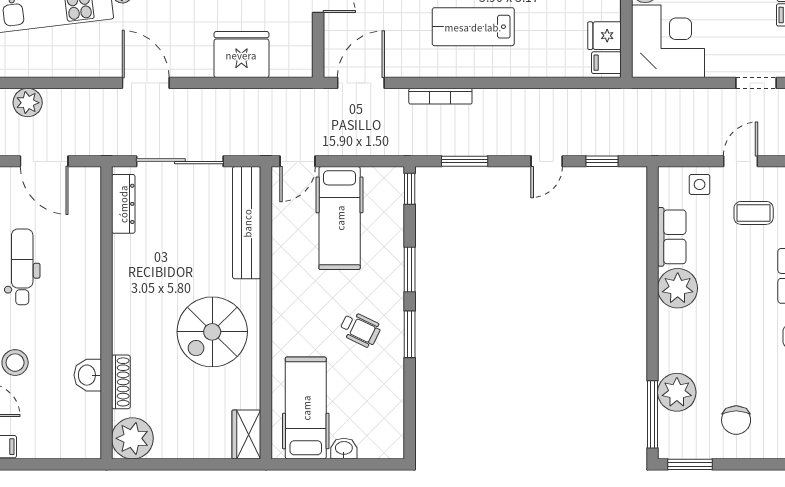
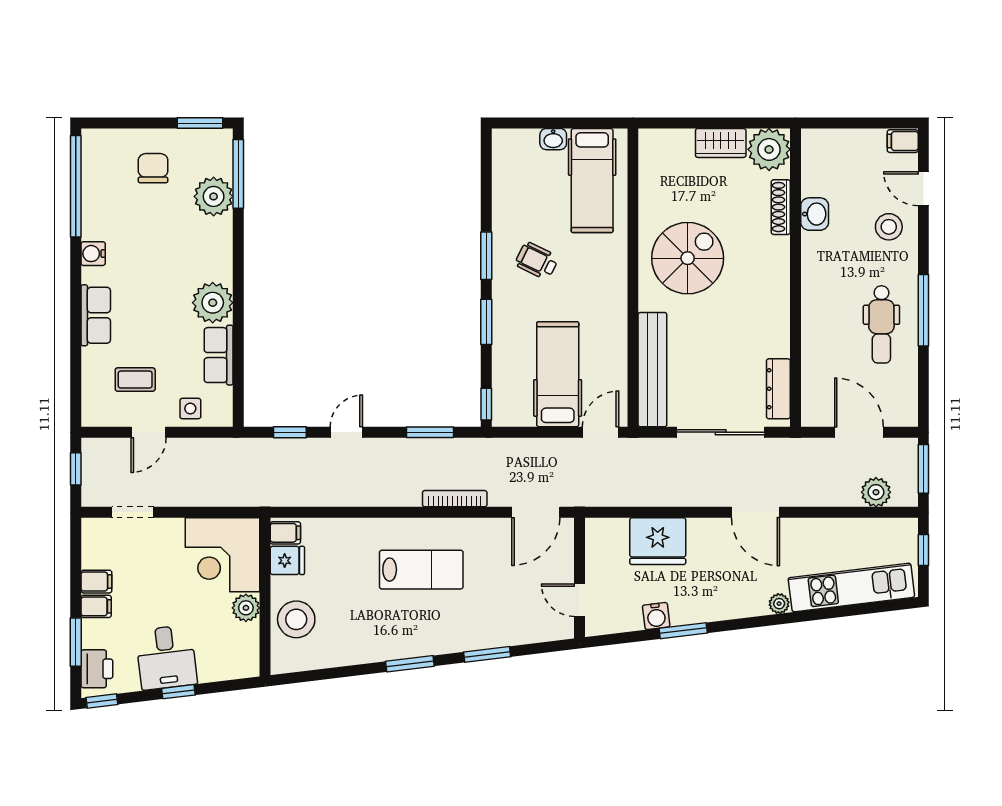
wardrobe: (246, 434) -> (721, 143), moved, turned 90

